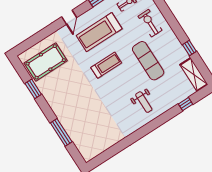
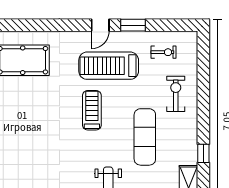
door: (69, 17) -> (100, 25), moved
treadmill: (106, 65) -> (92, 110), turned -90

